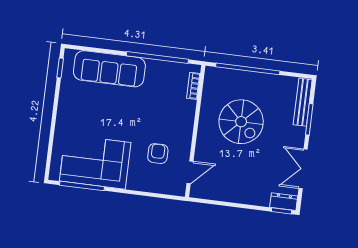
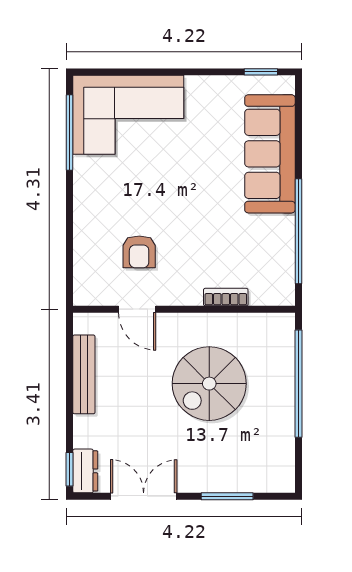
bookcase: (193, 86) -> (226, 297), moved
bench: (303, 102) -> (84, 374), moved, turned 90
armchair: (158, 154) -> (139, 252), turned 90
corner sofa: (95, 162) -> (128, 115), moved, turned 90
door: (190, 172) -> (137, 309), moved

